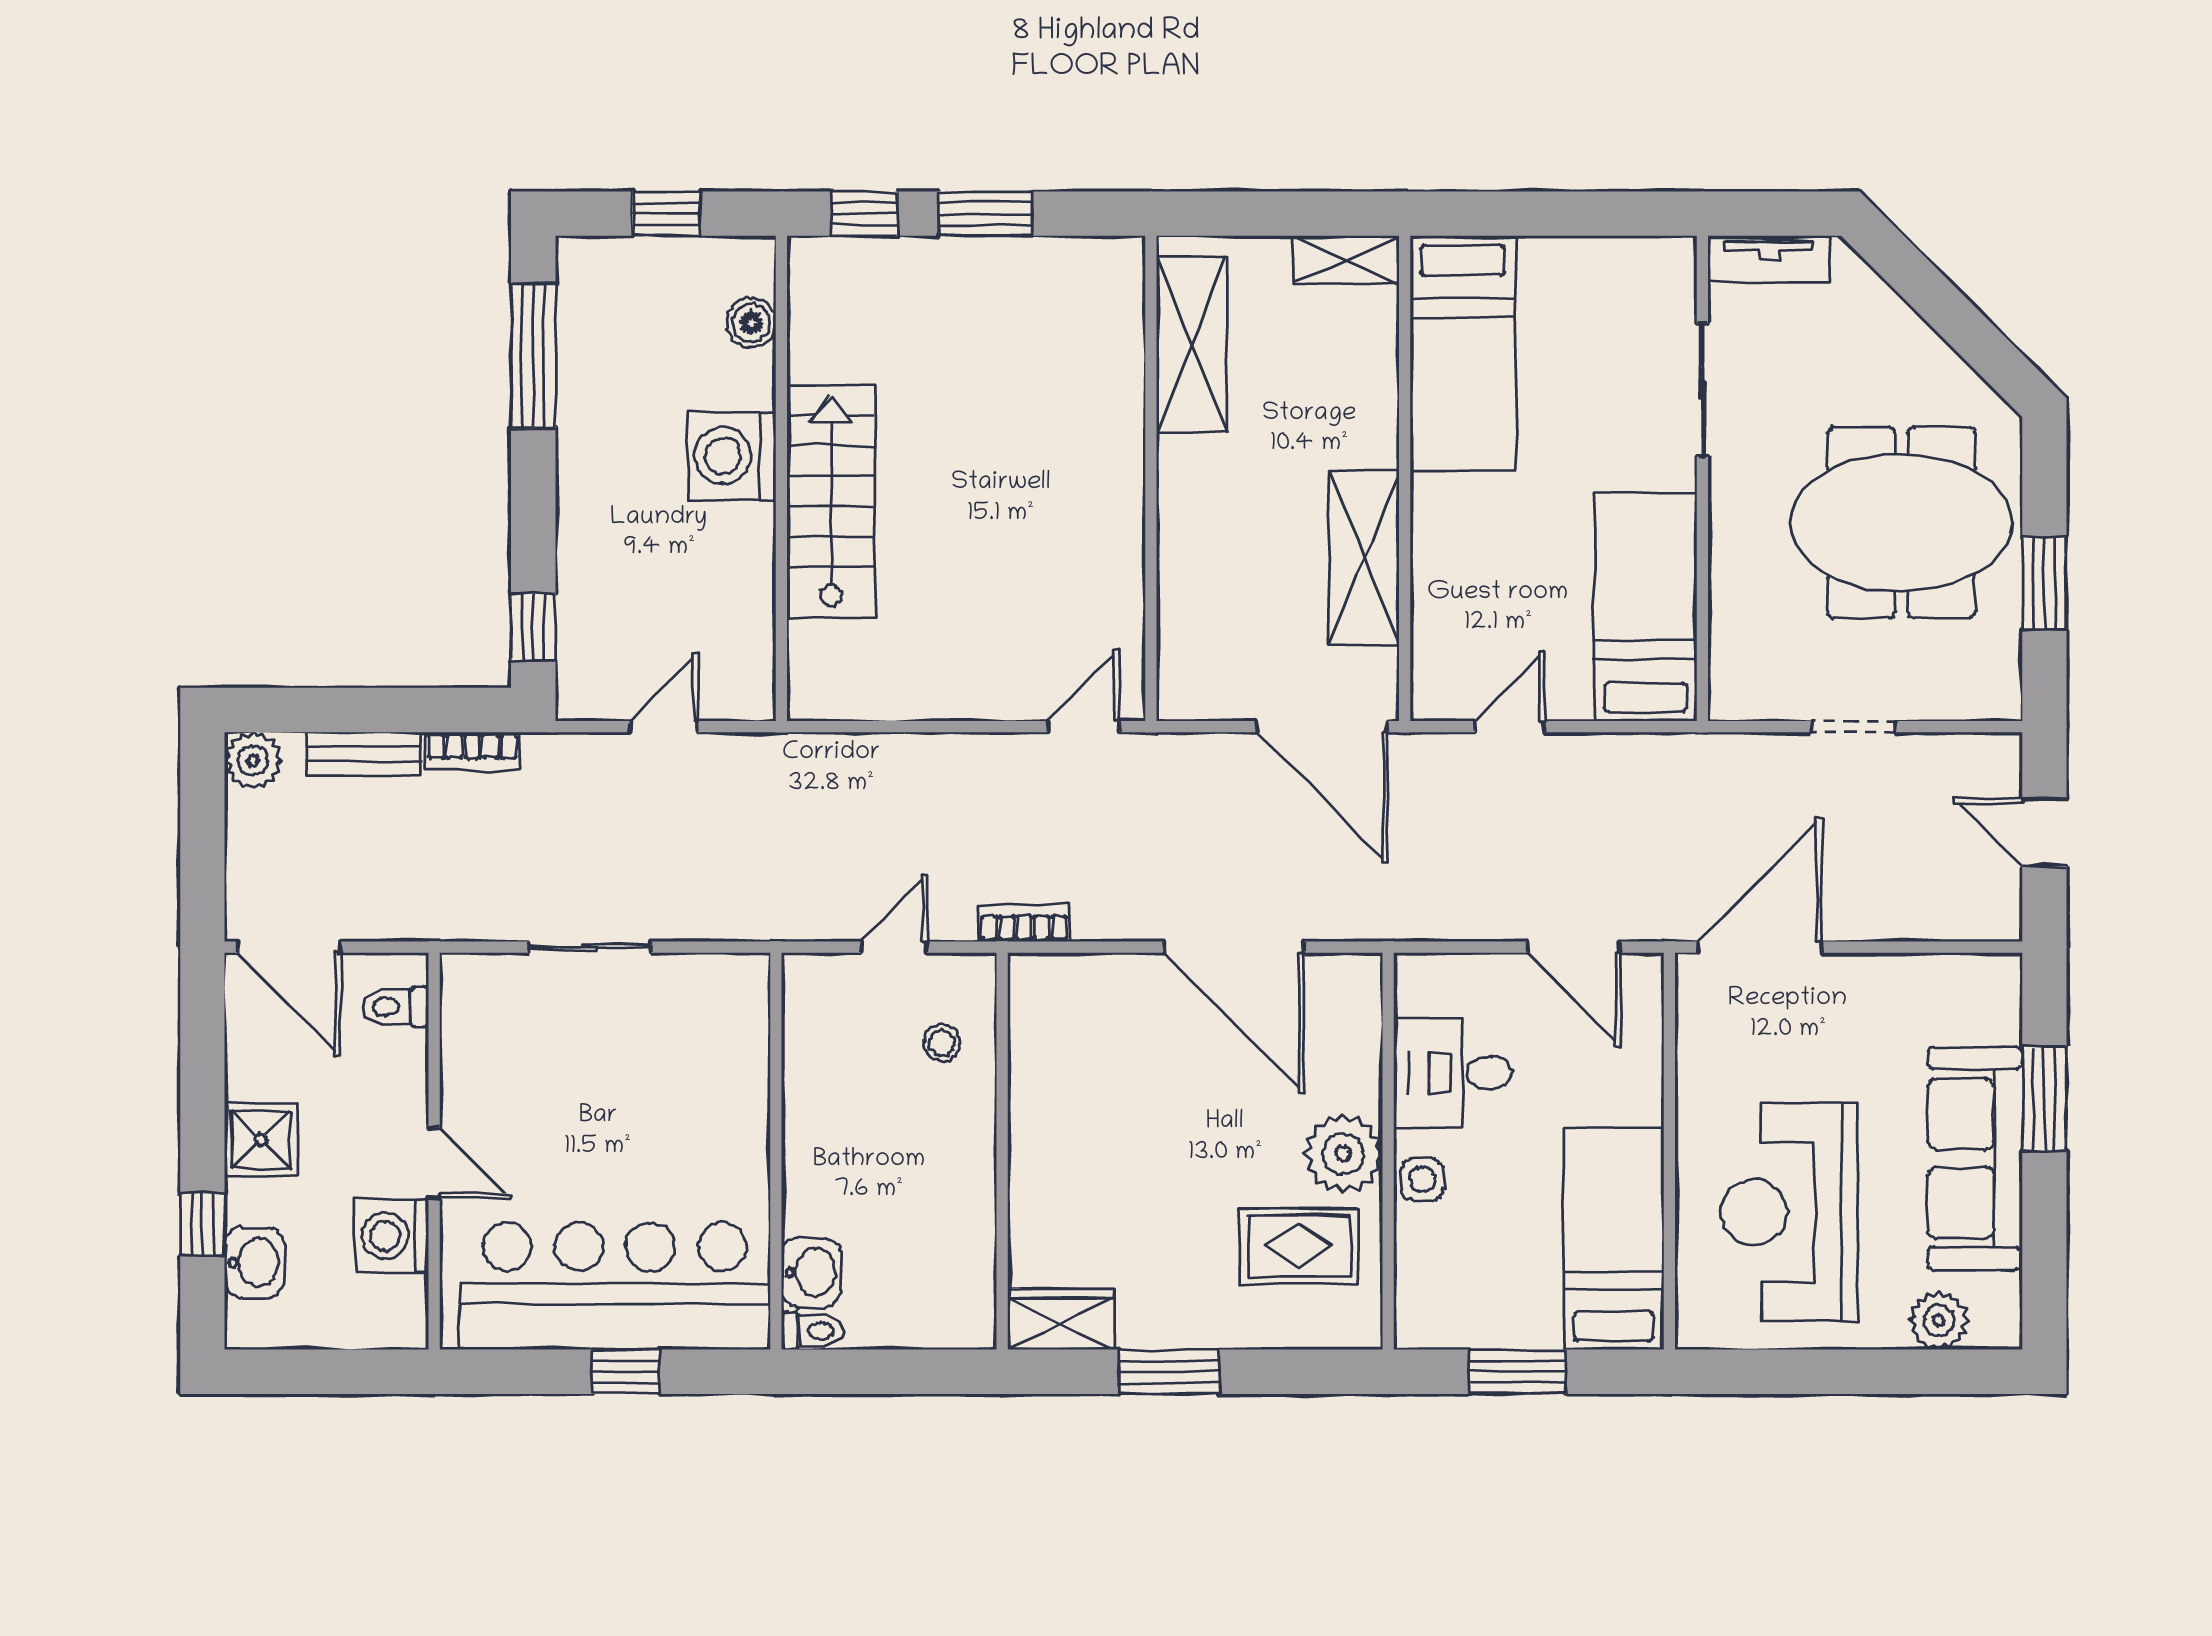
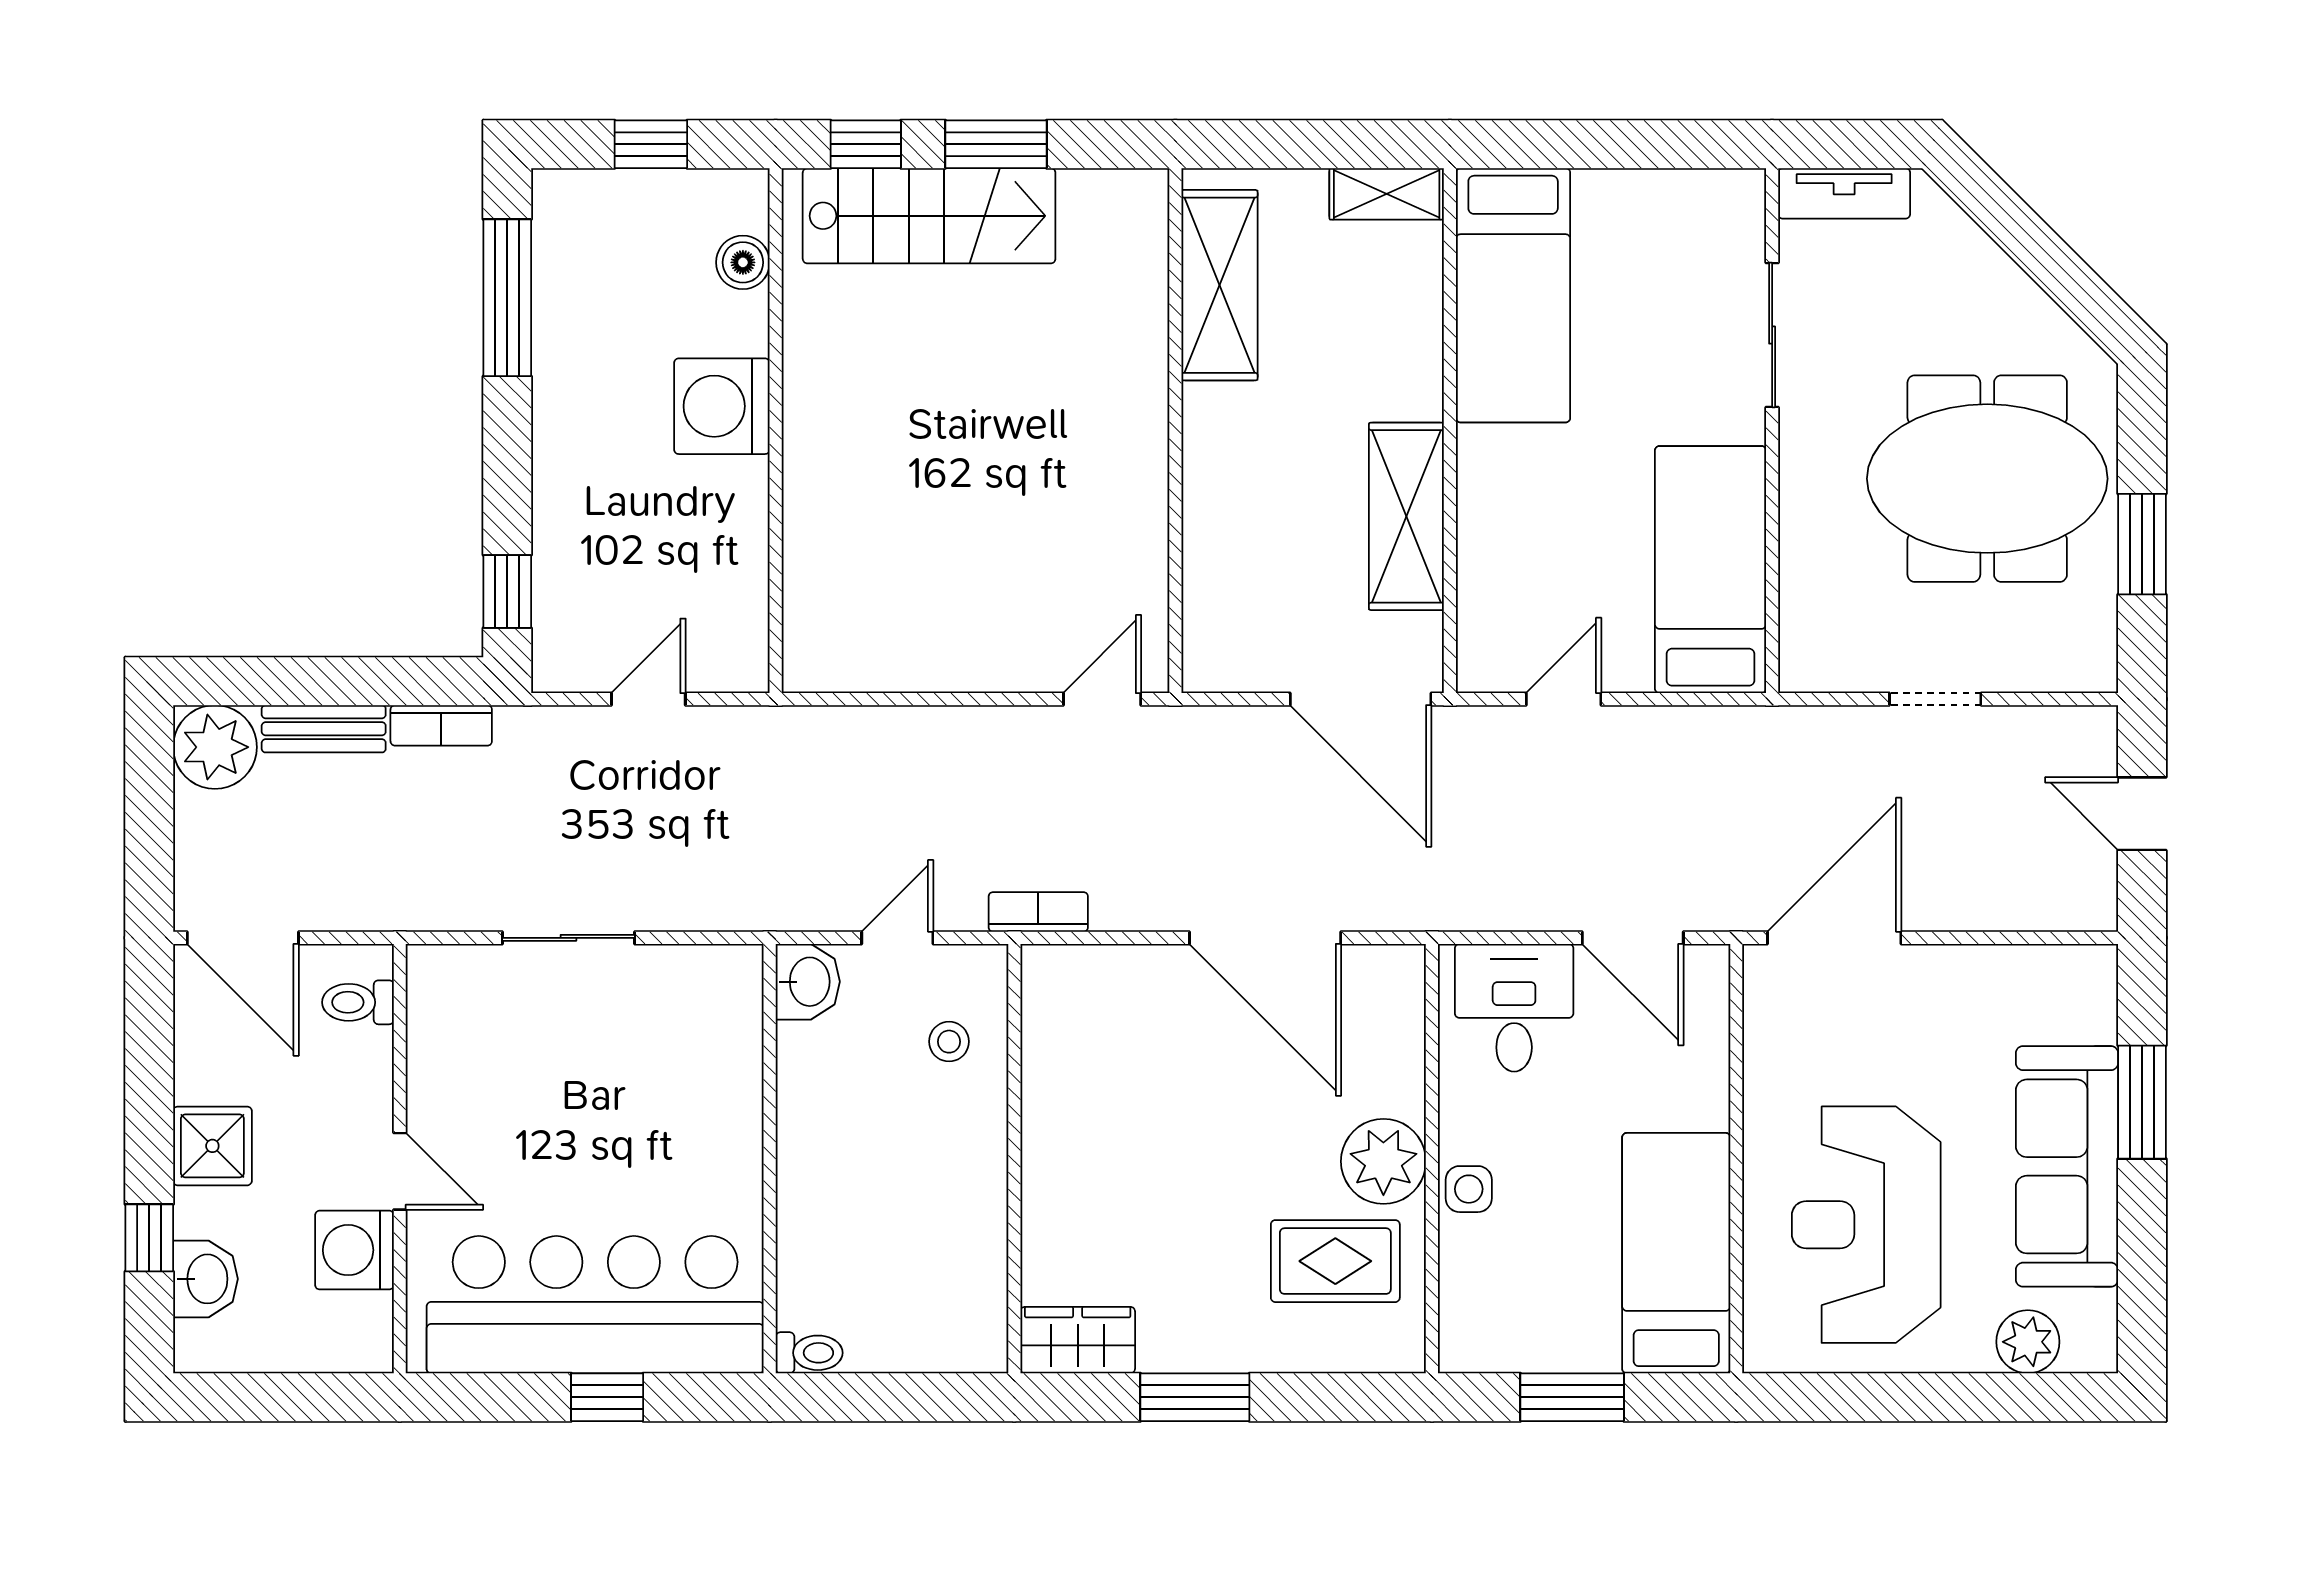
stairs: (831, 502) -> (929, 216), moved, turned 90
plant: (253, 760) -> (215, 747), width x1.36, depth x1.36
desk: (1453, 1073) -> (1514, 1008), moved, turned 90
washbasin: (811, 1272) -> (808, 982), moved

